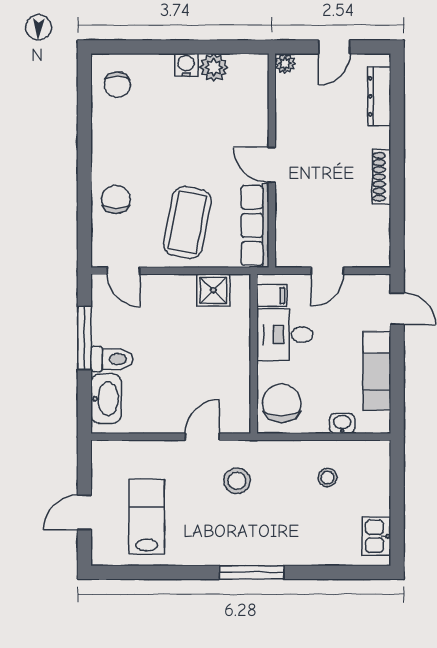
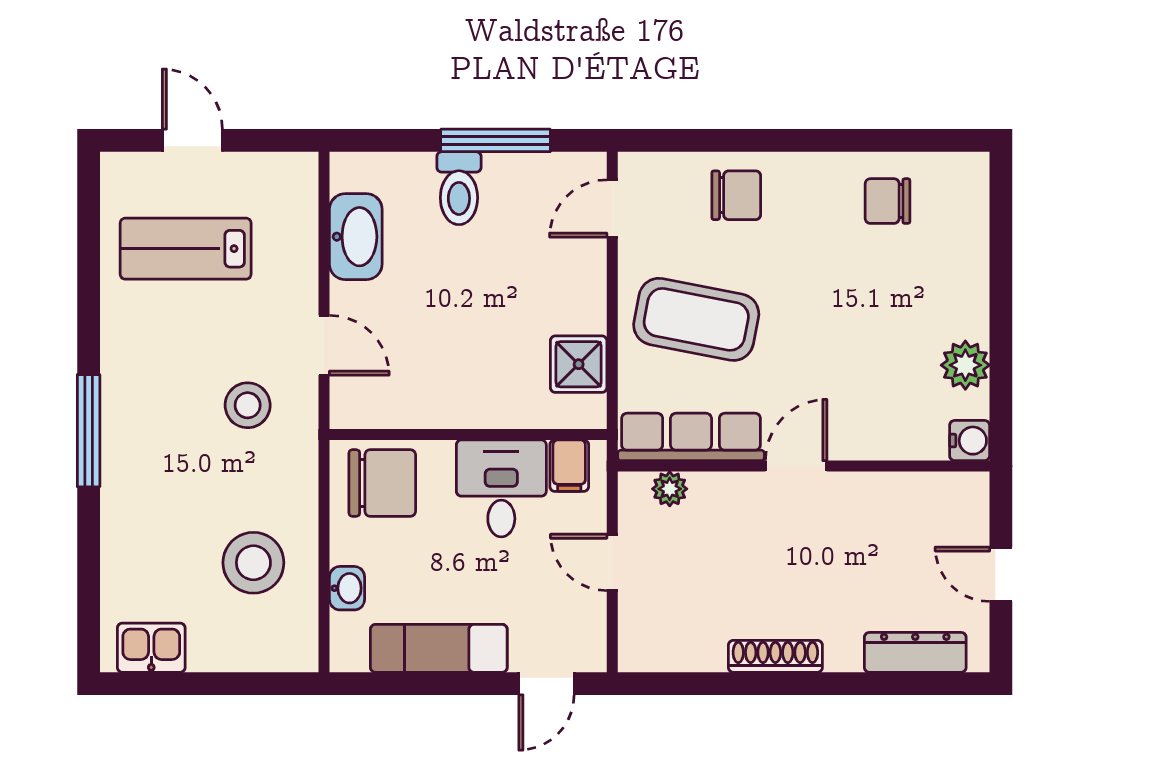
plant: (285, 63) -> (670, 489), moved
water cooler: (186, 65) -> (970, 441), moved
chair: (117, 85) -> (888, 201), moved
washbasin: (106, 399) -> (356, 237), moved, turned -90
stool: (328, 477) -> (253, 563), width x1.89, depth x1.89
lab bench: (147, 516) -> (186, 249), turned 180

